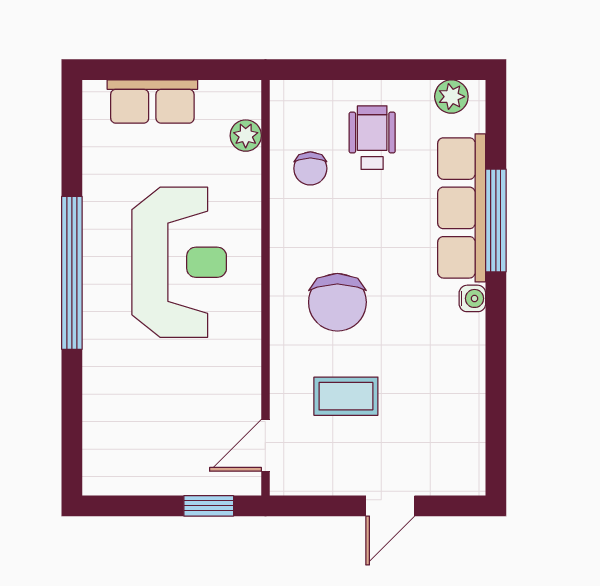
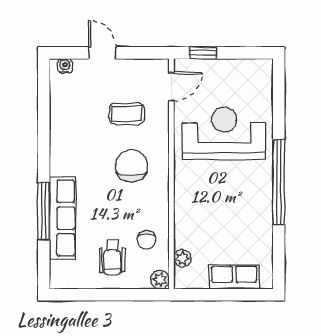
plant: (451, 97) -> (160, 280), moved
chair: (310, 168) -> (147, 240), turned 180
reception desk: (179, 262) -> (224, 133), moved, turned 90
water cooler: (472, 298) -> (65, 66), moved, turned 90
door: (390, 506) -> (102, 53), hinge flipped

